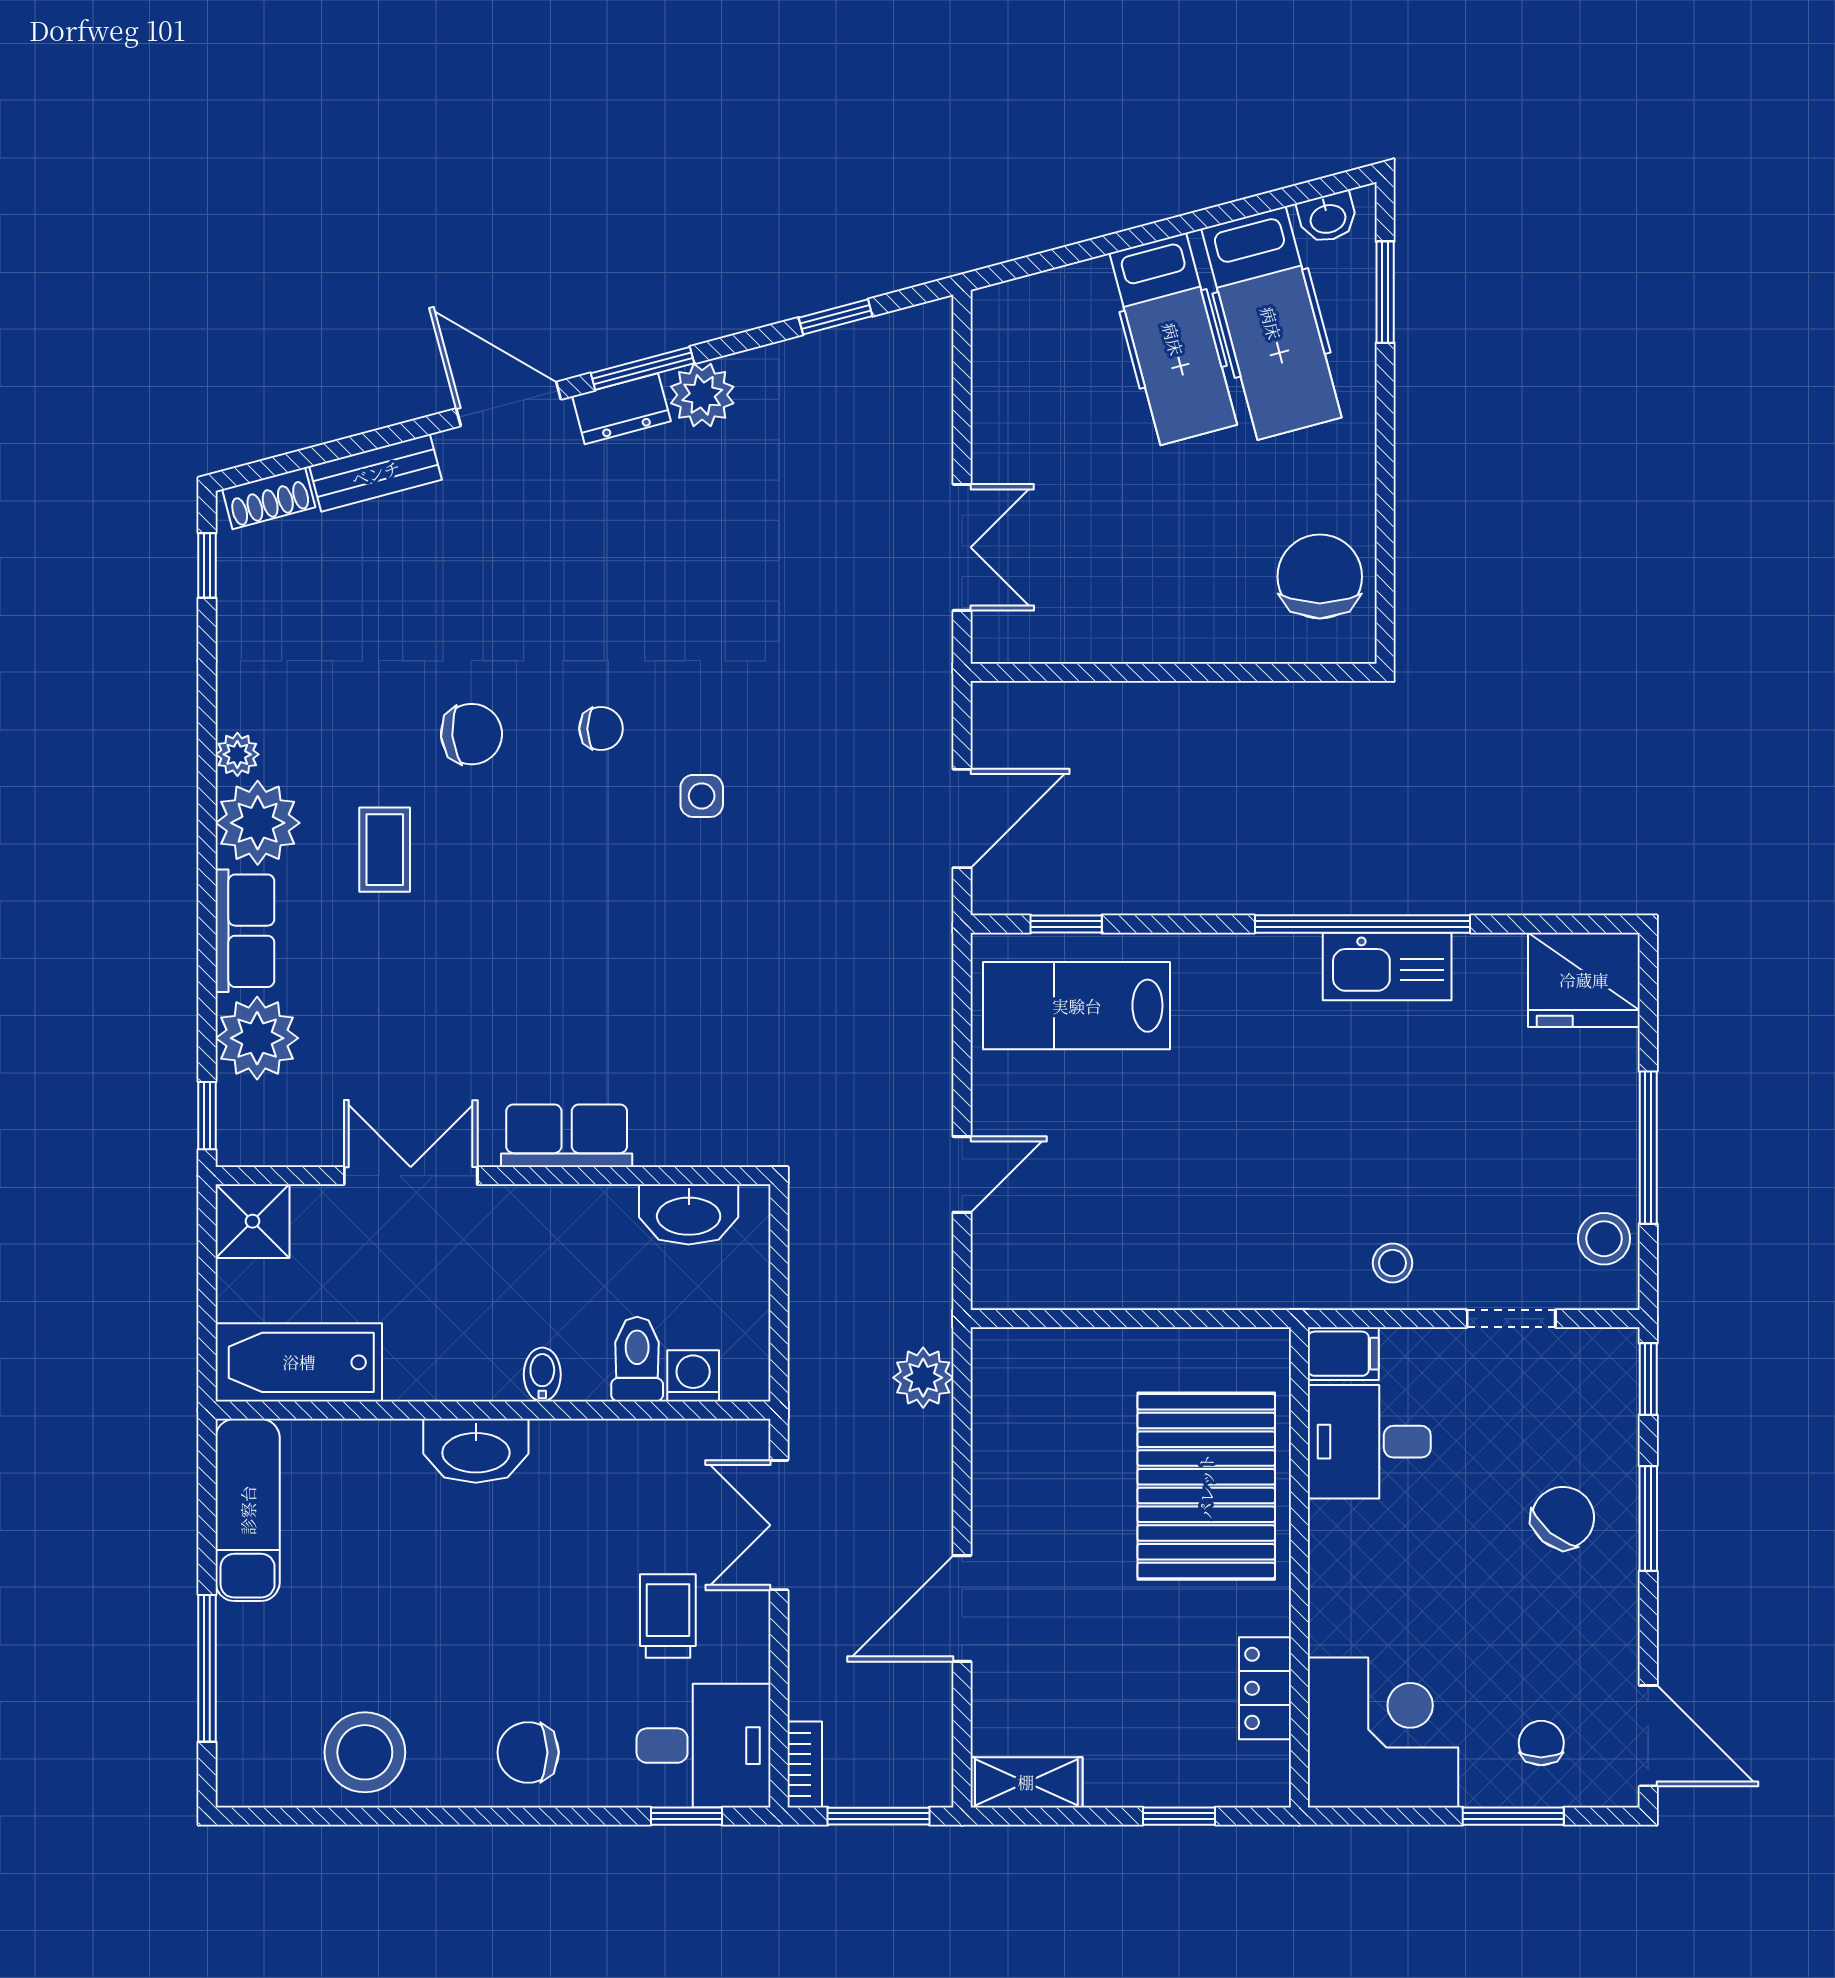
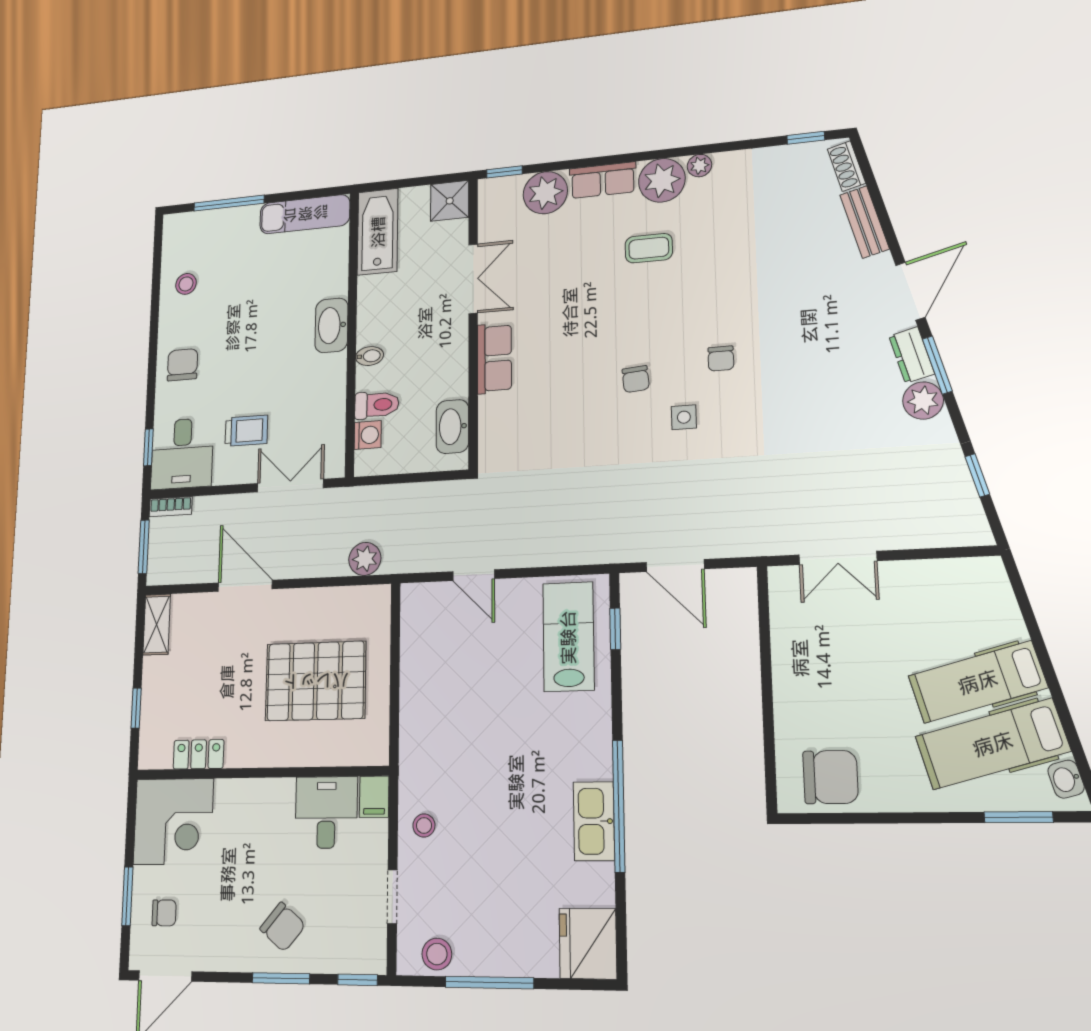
chair: (471, 734) -> (636, 379), moved, width x0.73, depth x0.73
pallet: (1206, 1486) -> (316, 681), moved
stool: (365, 1752) -> (186, 284), width x0.53, depth x0.53

